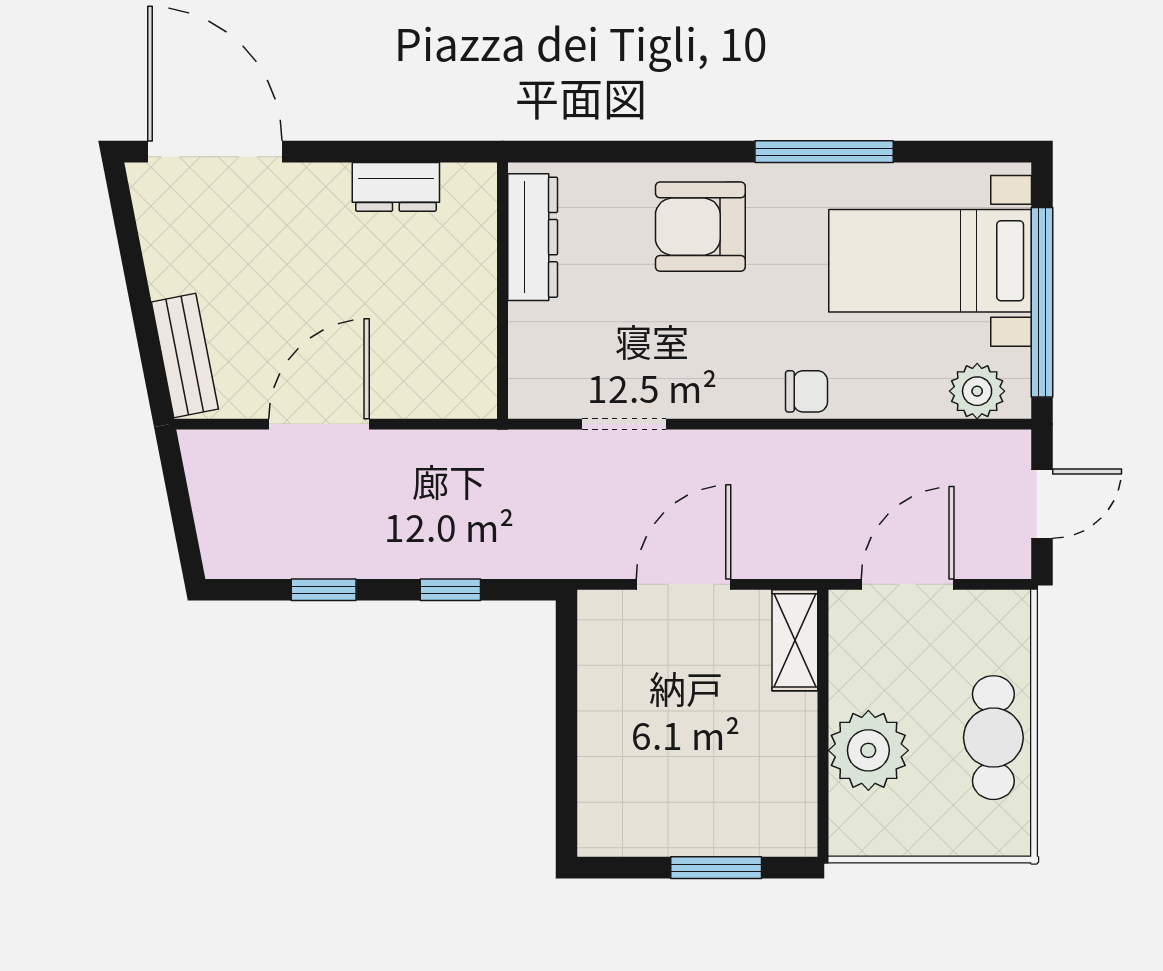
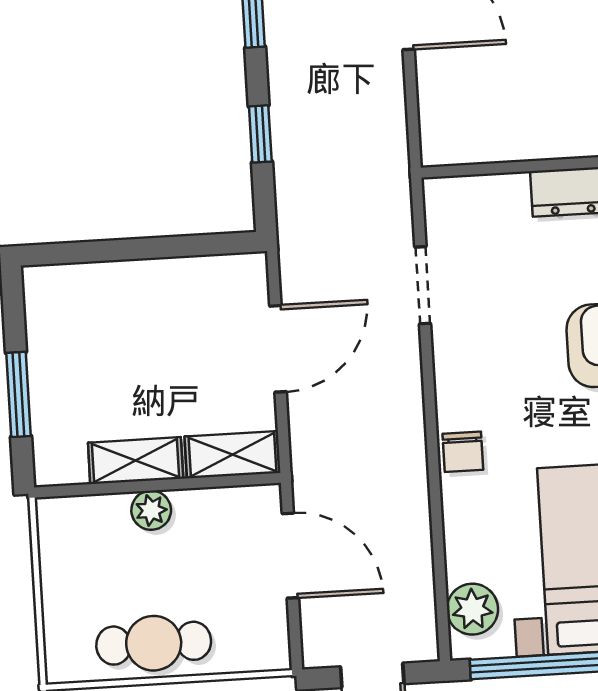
door: (684, 584) -> (278, 349), hinge flipped
shelving: (795, 745) -> (136, 461), added
plant: (868, 750) -> (151, 510), width x0.53, depth x0.53

